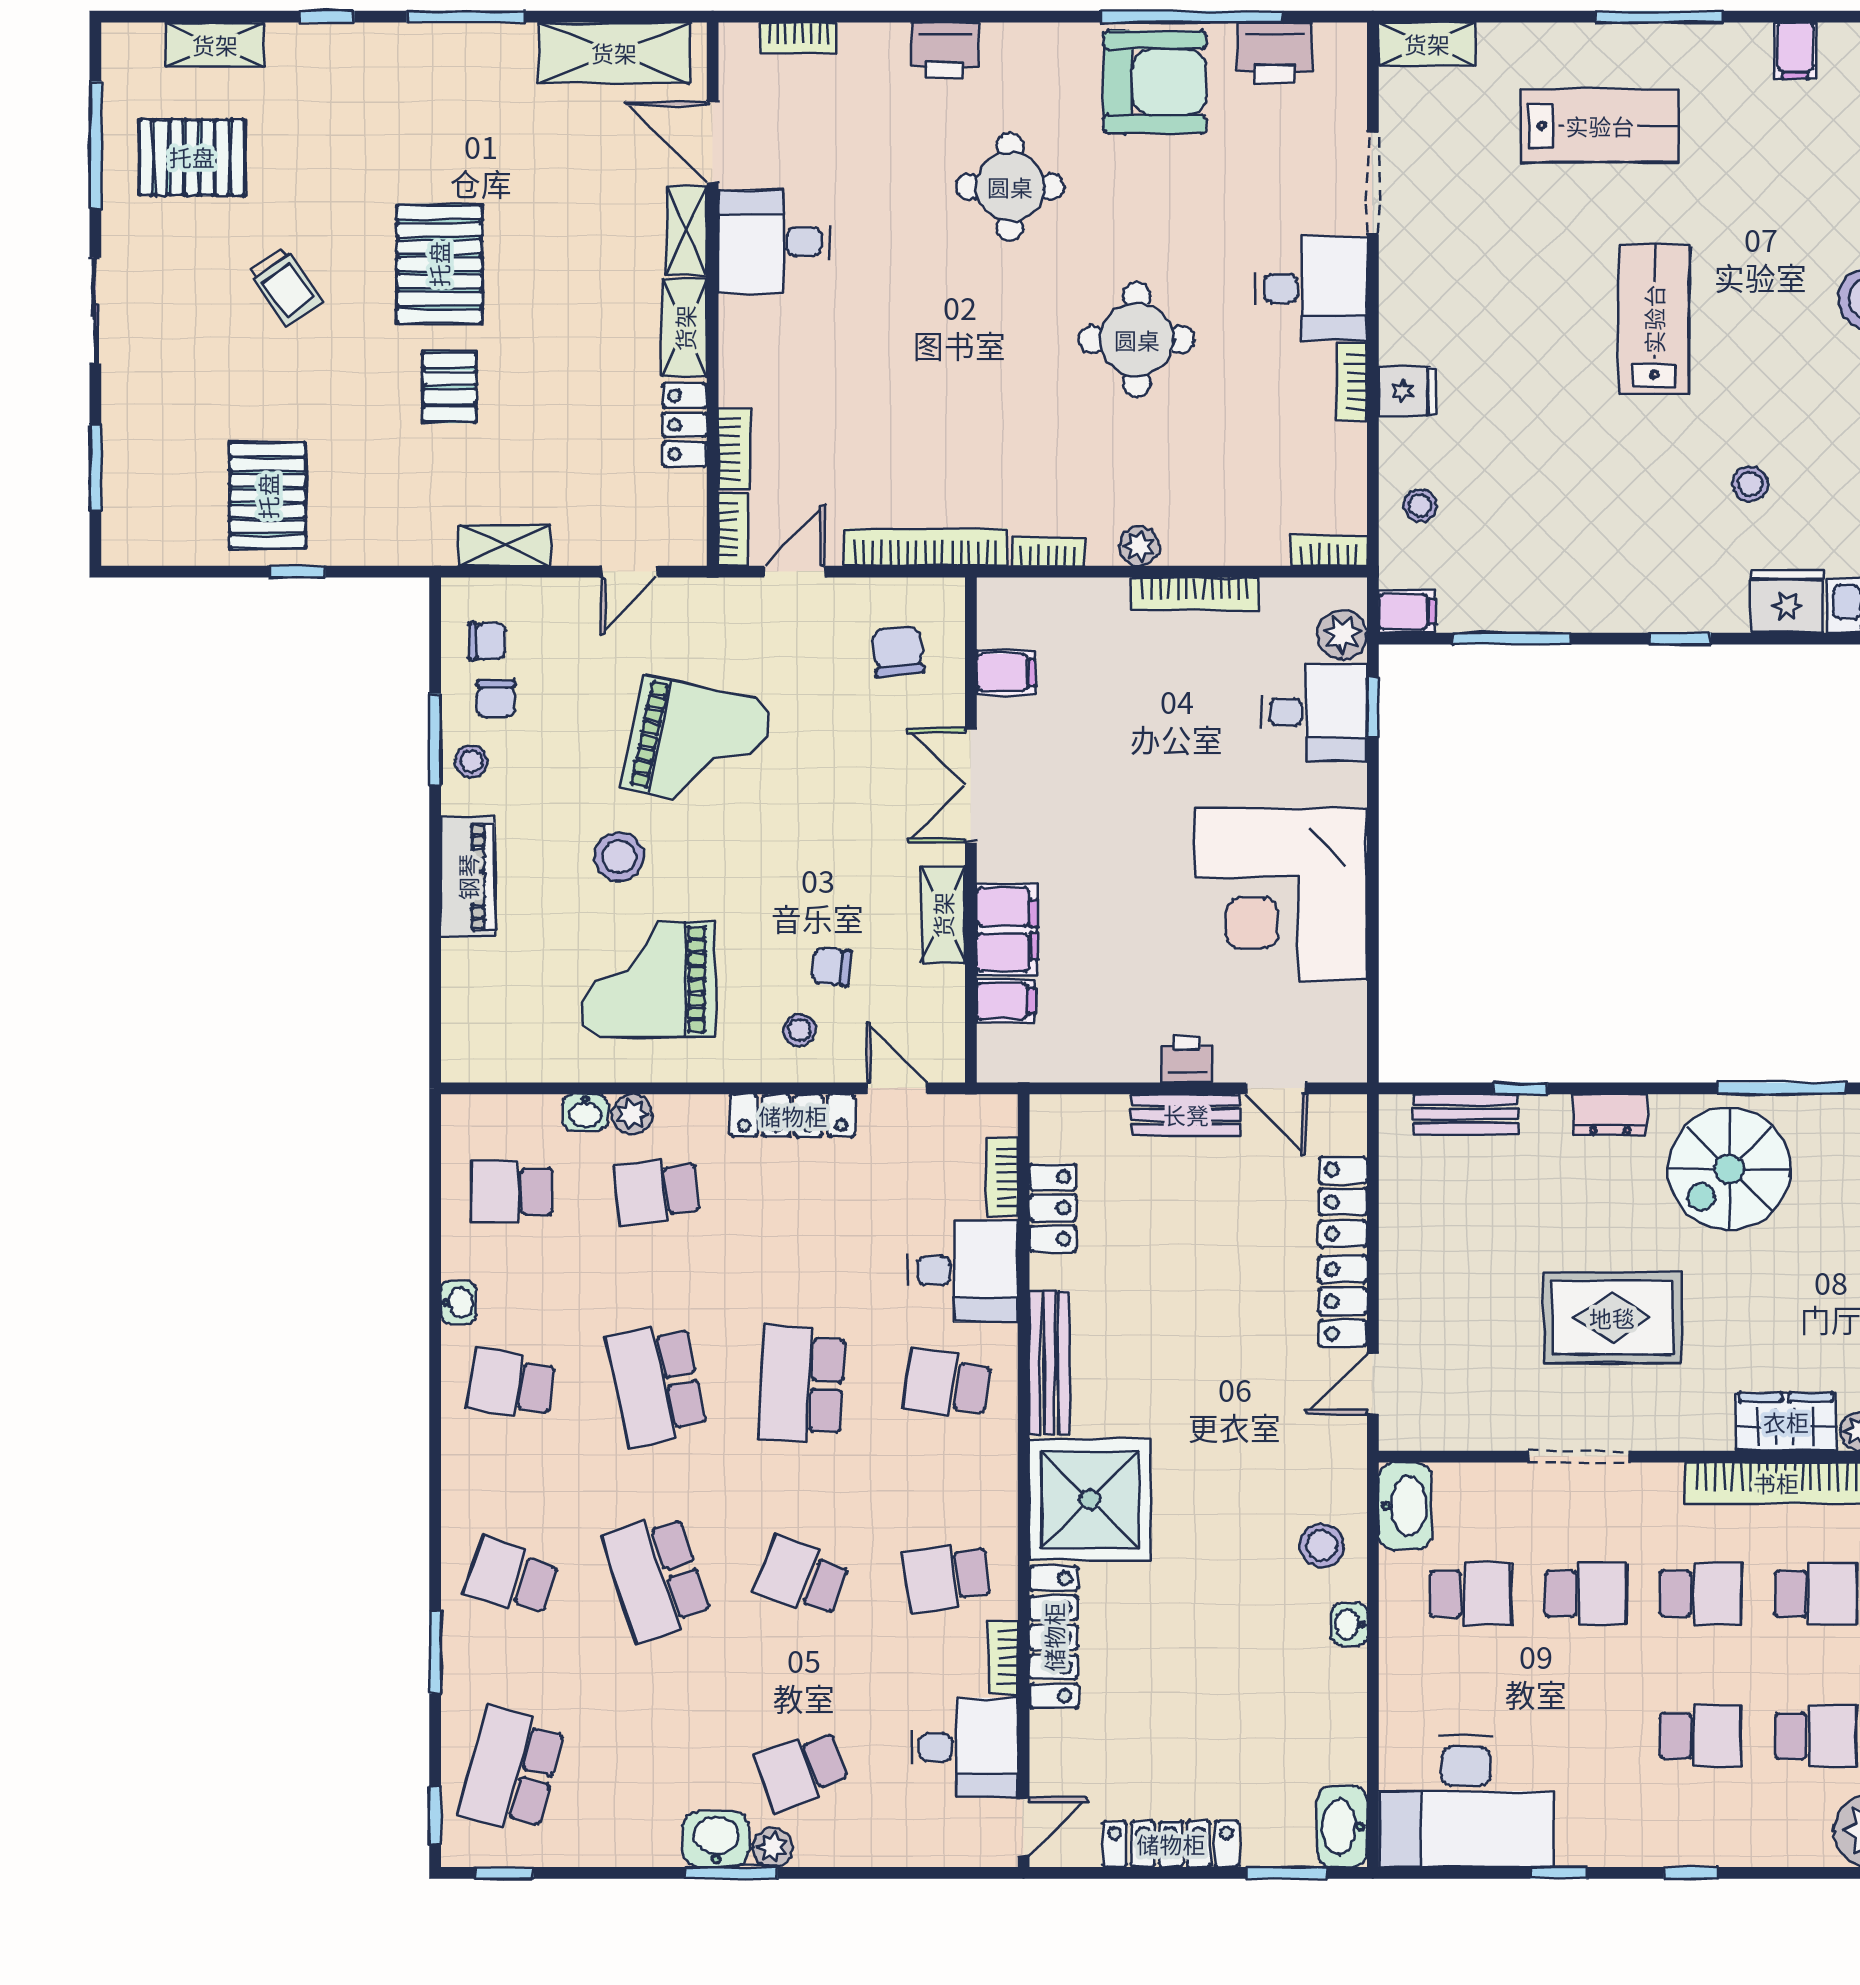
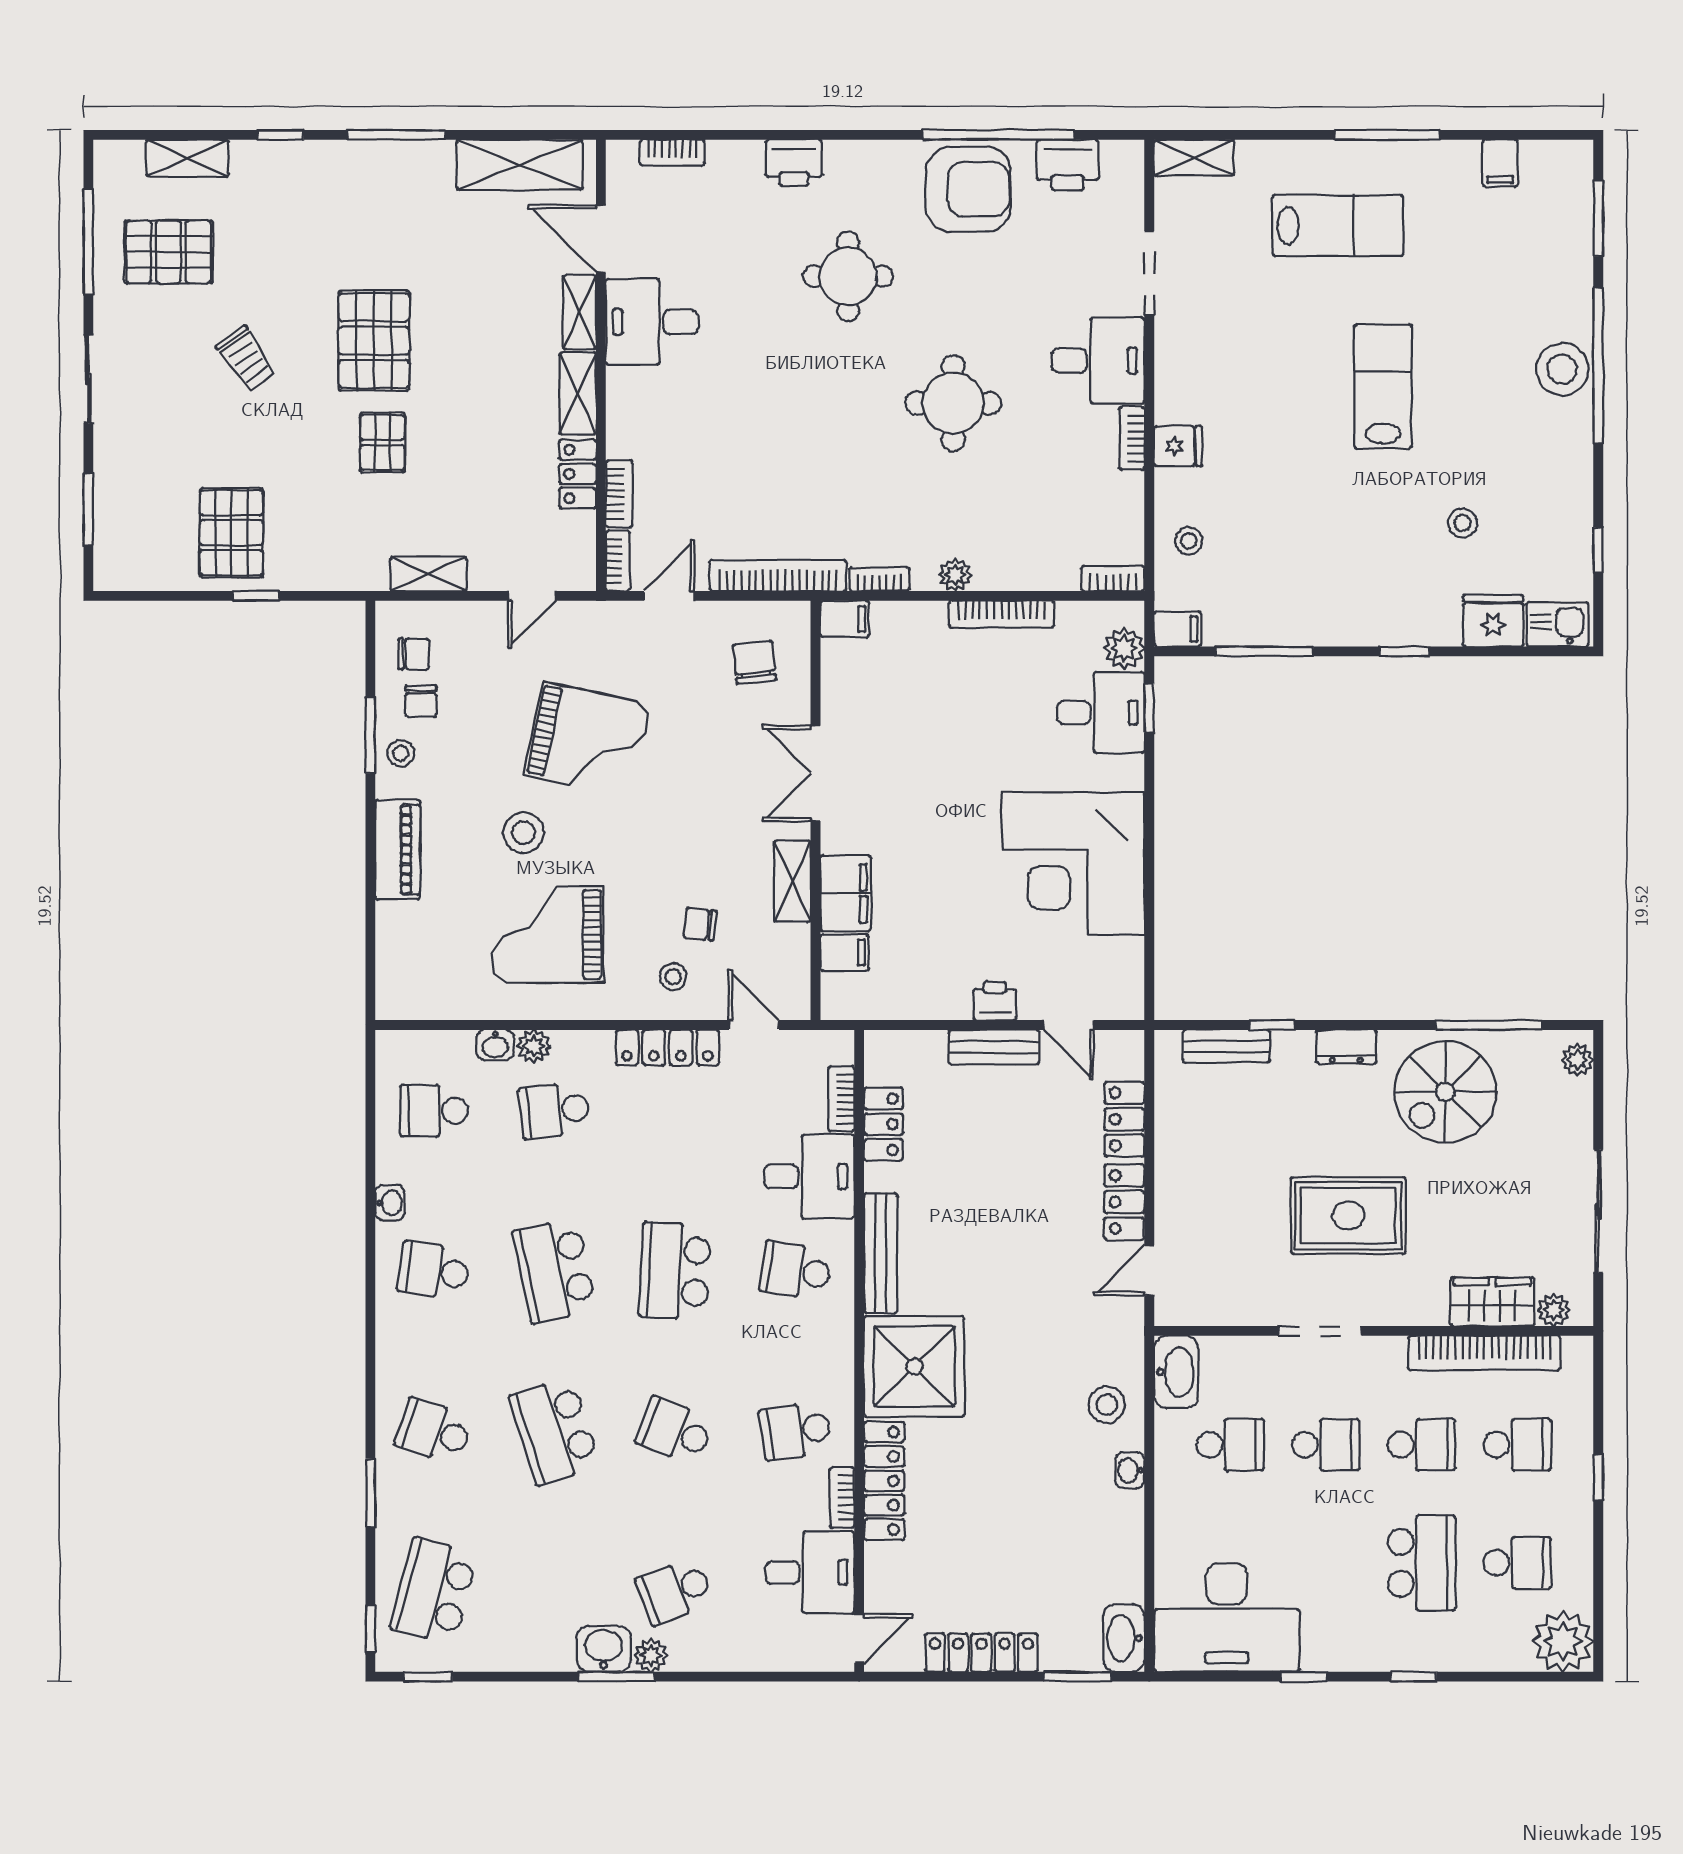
filing cabinet: (1006, 673) -> (845, 619), moved
school desk: (1701, 1736) -> (1422, 1563), width x1.85

